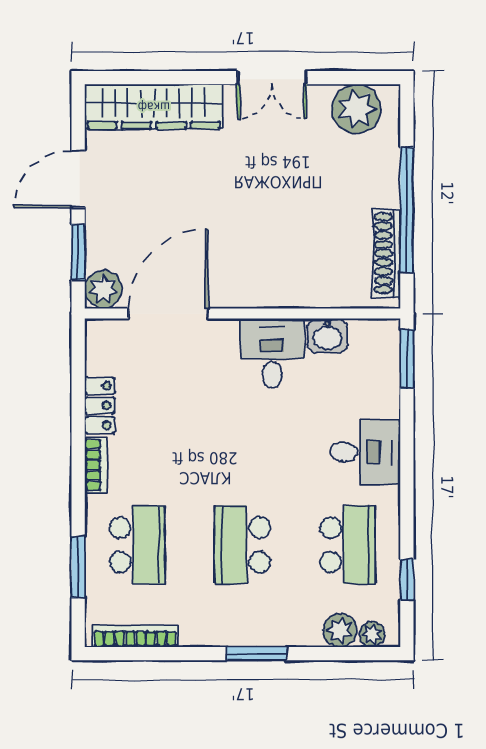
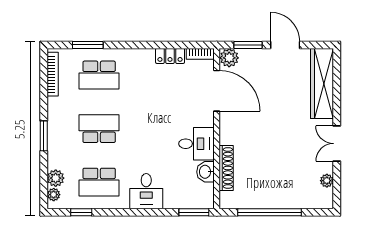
plant: (356, 109) -> (327, 181), width x0.53, depth x0.53
shoe rack: (387, 253) -> (226, 168), moved, turned 90
bookcase: (96, 465) -> (200, 54), moved

